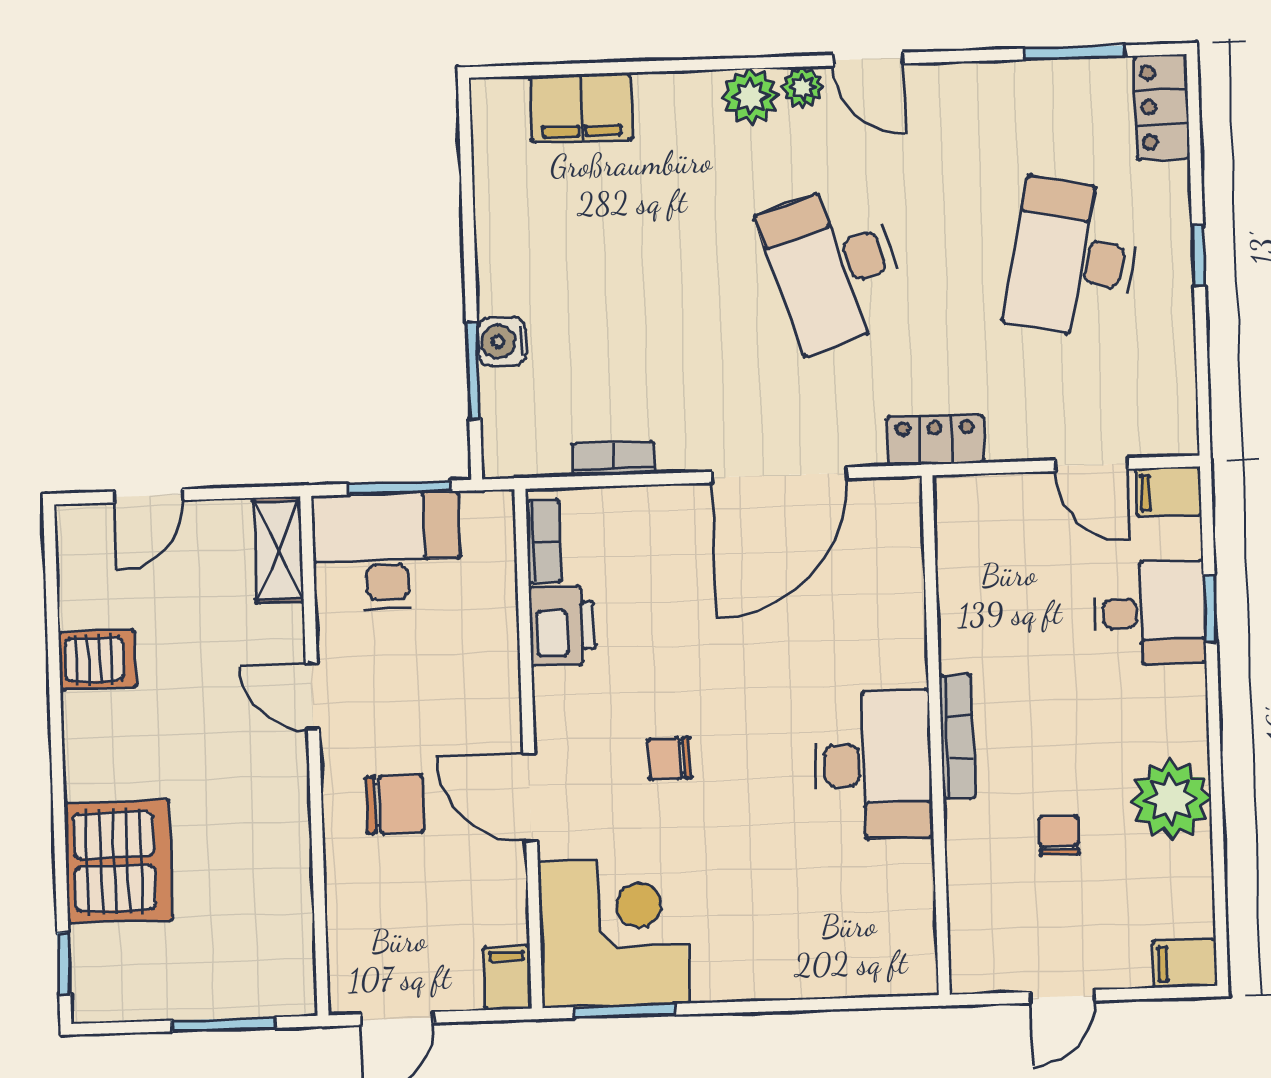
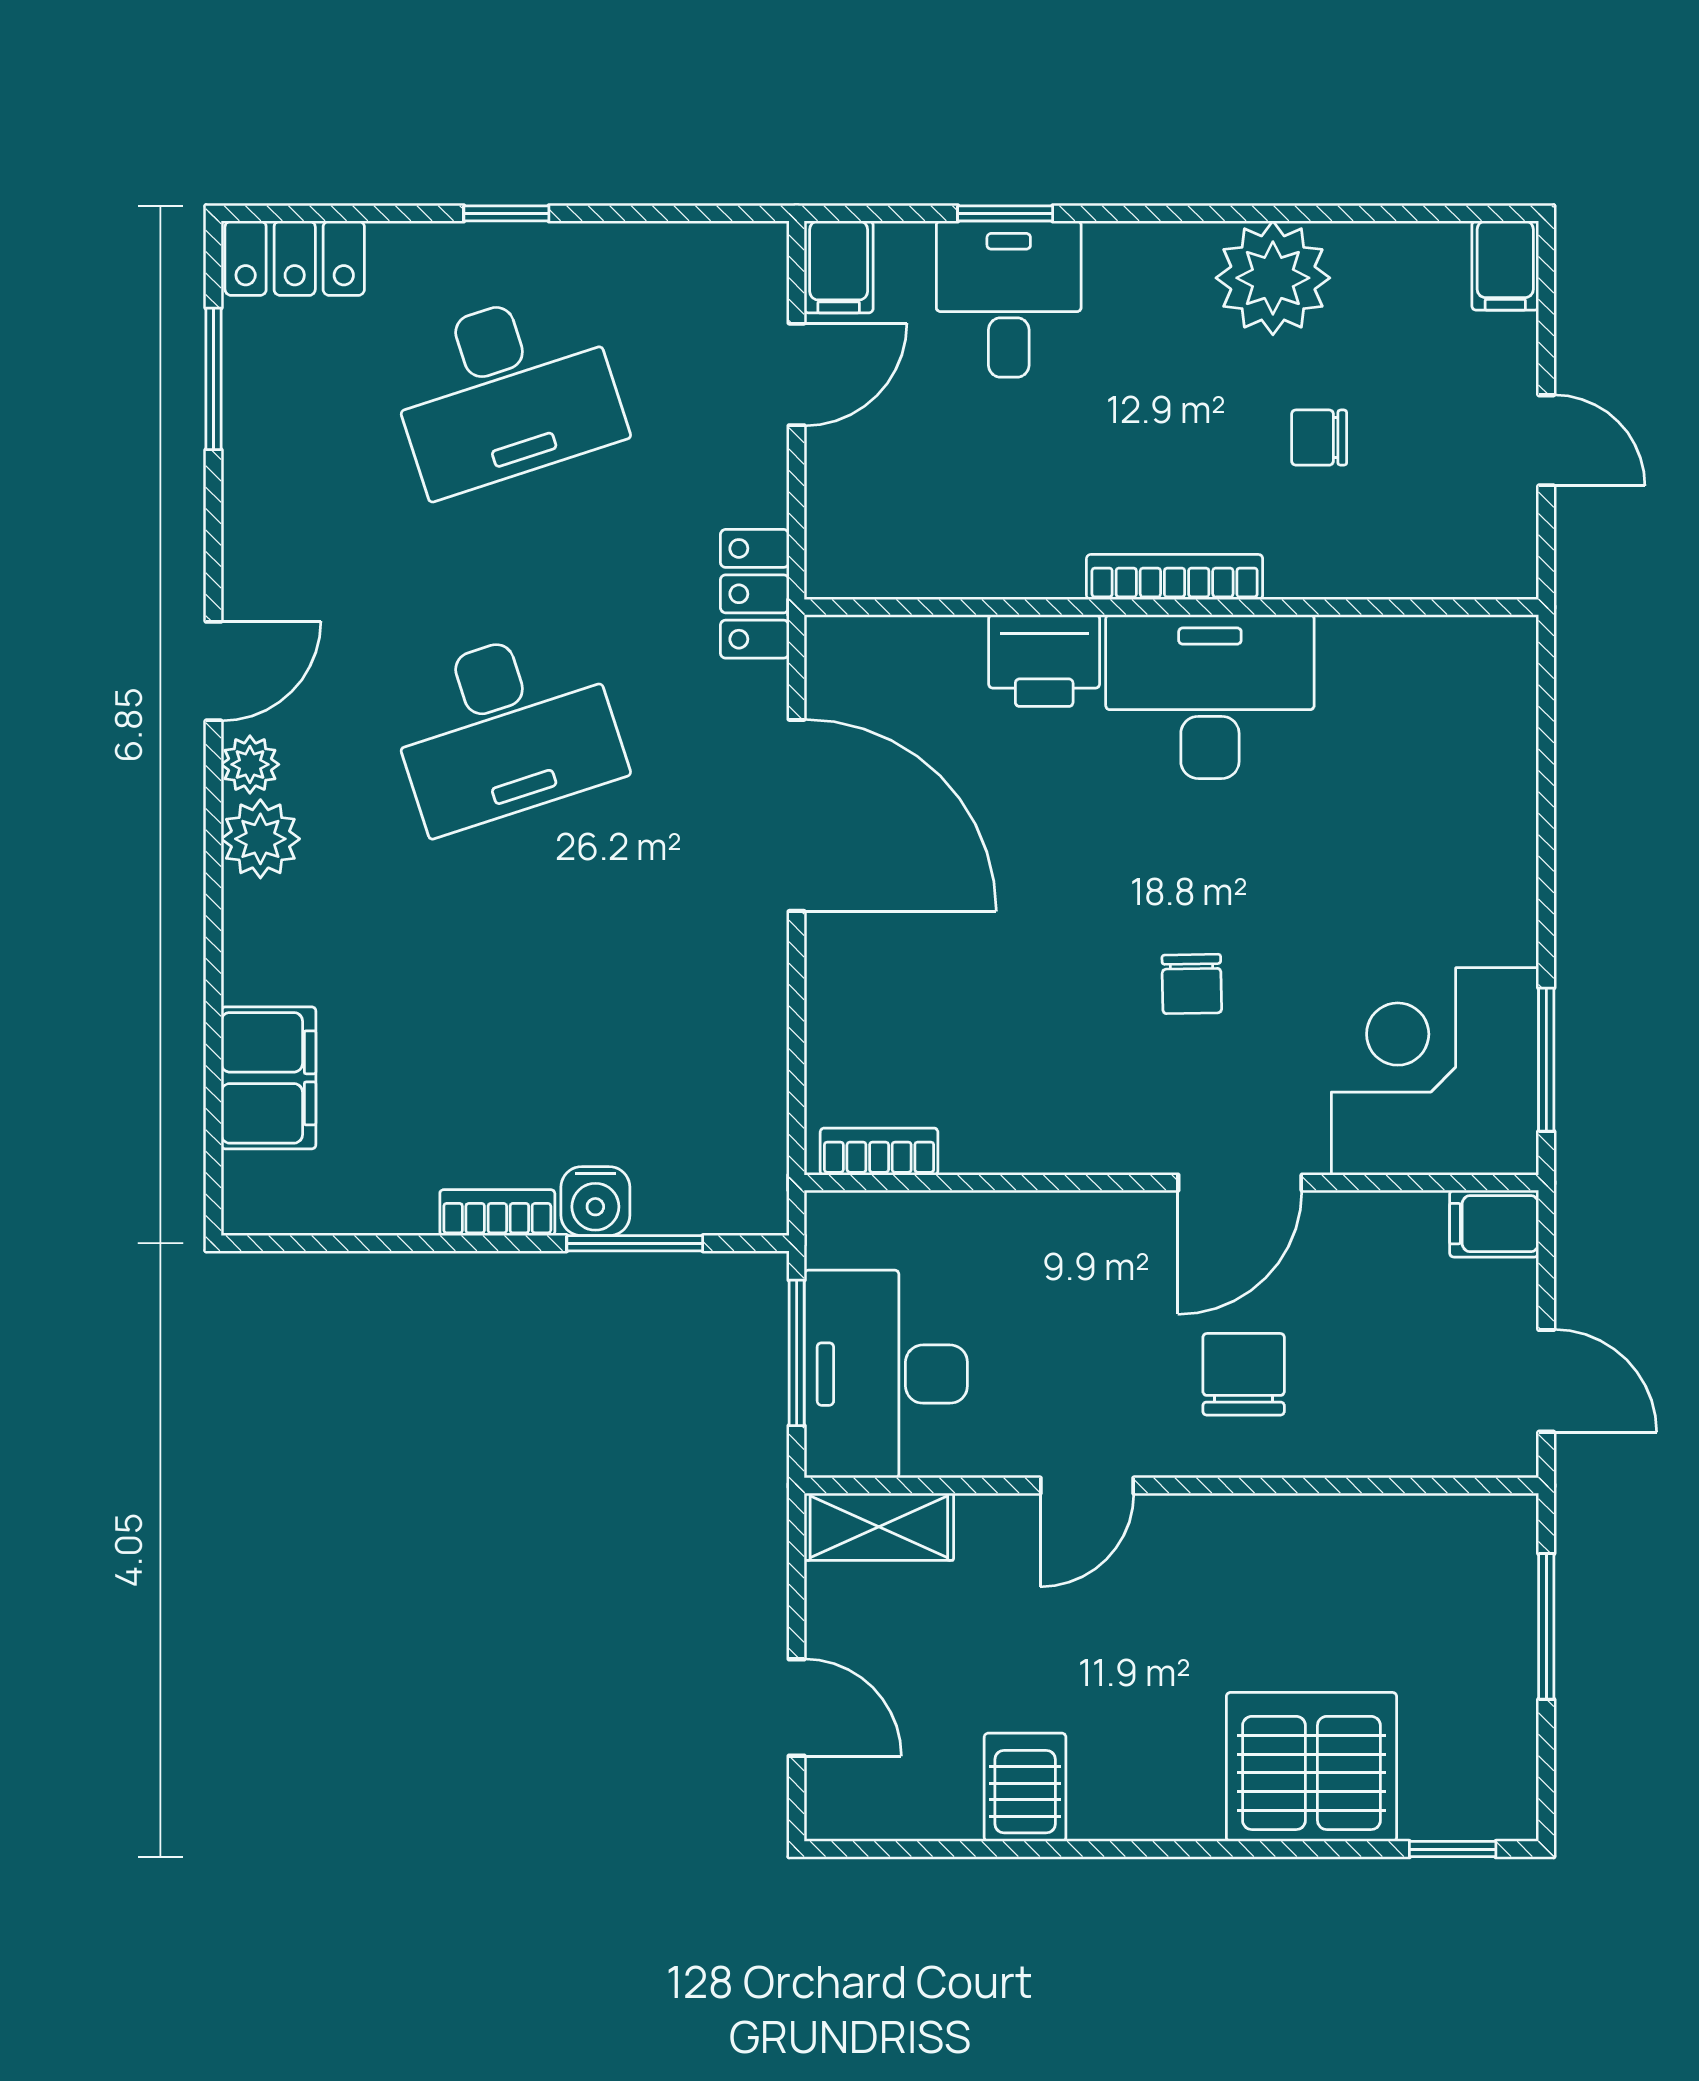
desk: (1073, 259) -> (505, 391), turned -30
bookcase: (614, 459) -> (497, 1213), moved, turned 90
printer: (562, 626) -> (1044, 661), moved, turned 180

